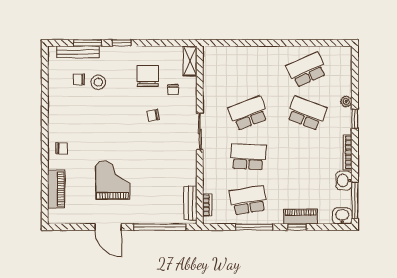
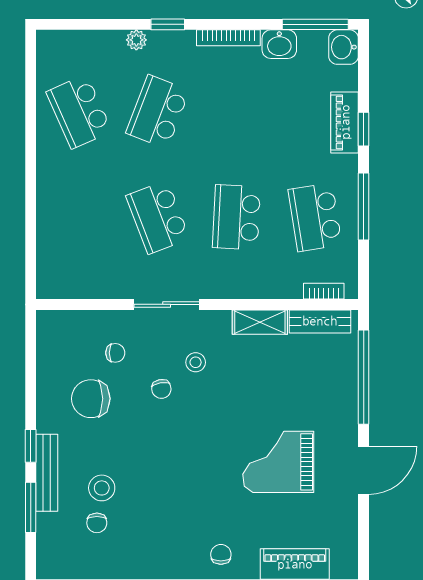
bench: (78, 52) -> (47, 473), moved
shelving: (190, 61) -> (260, 322), moved
sliding door: (200, 131) -> (167, 304), moved
stool: (168, 134) -> (196, 362), added

